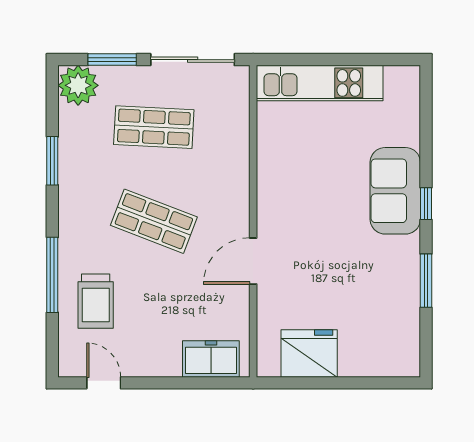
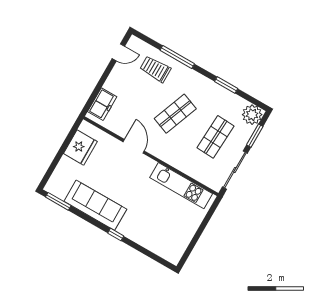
kitchen unit: (320, 83) -> (181, 186), moved, turned -90
sofa: (395, 191) -> (95, 205), moved, width x1.36
window: (426, 281) -> (58, 201), moved

